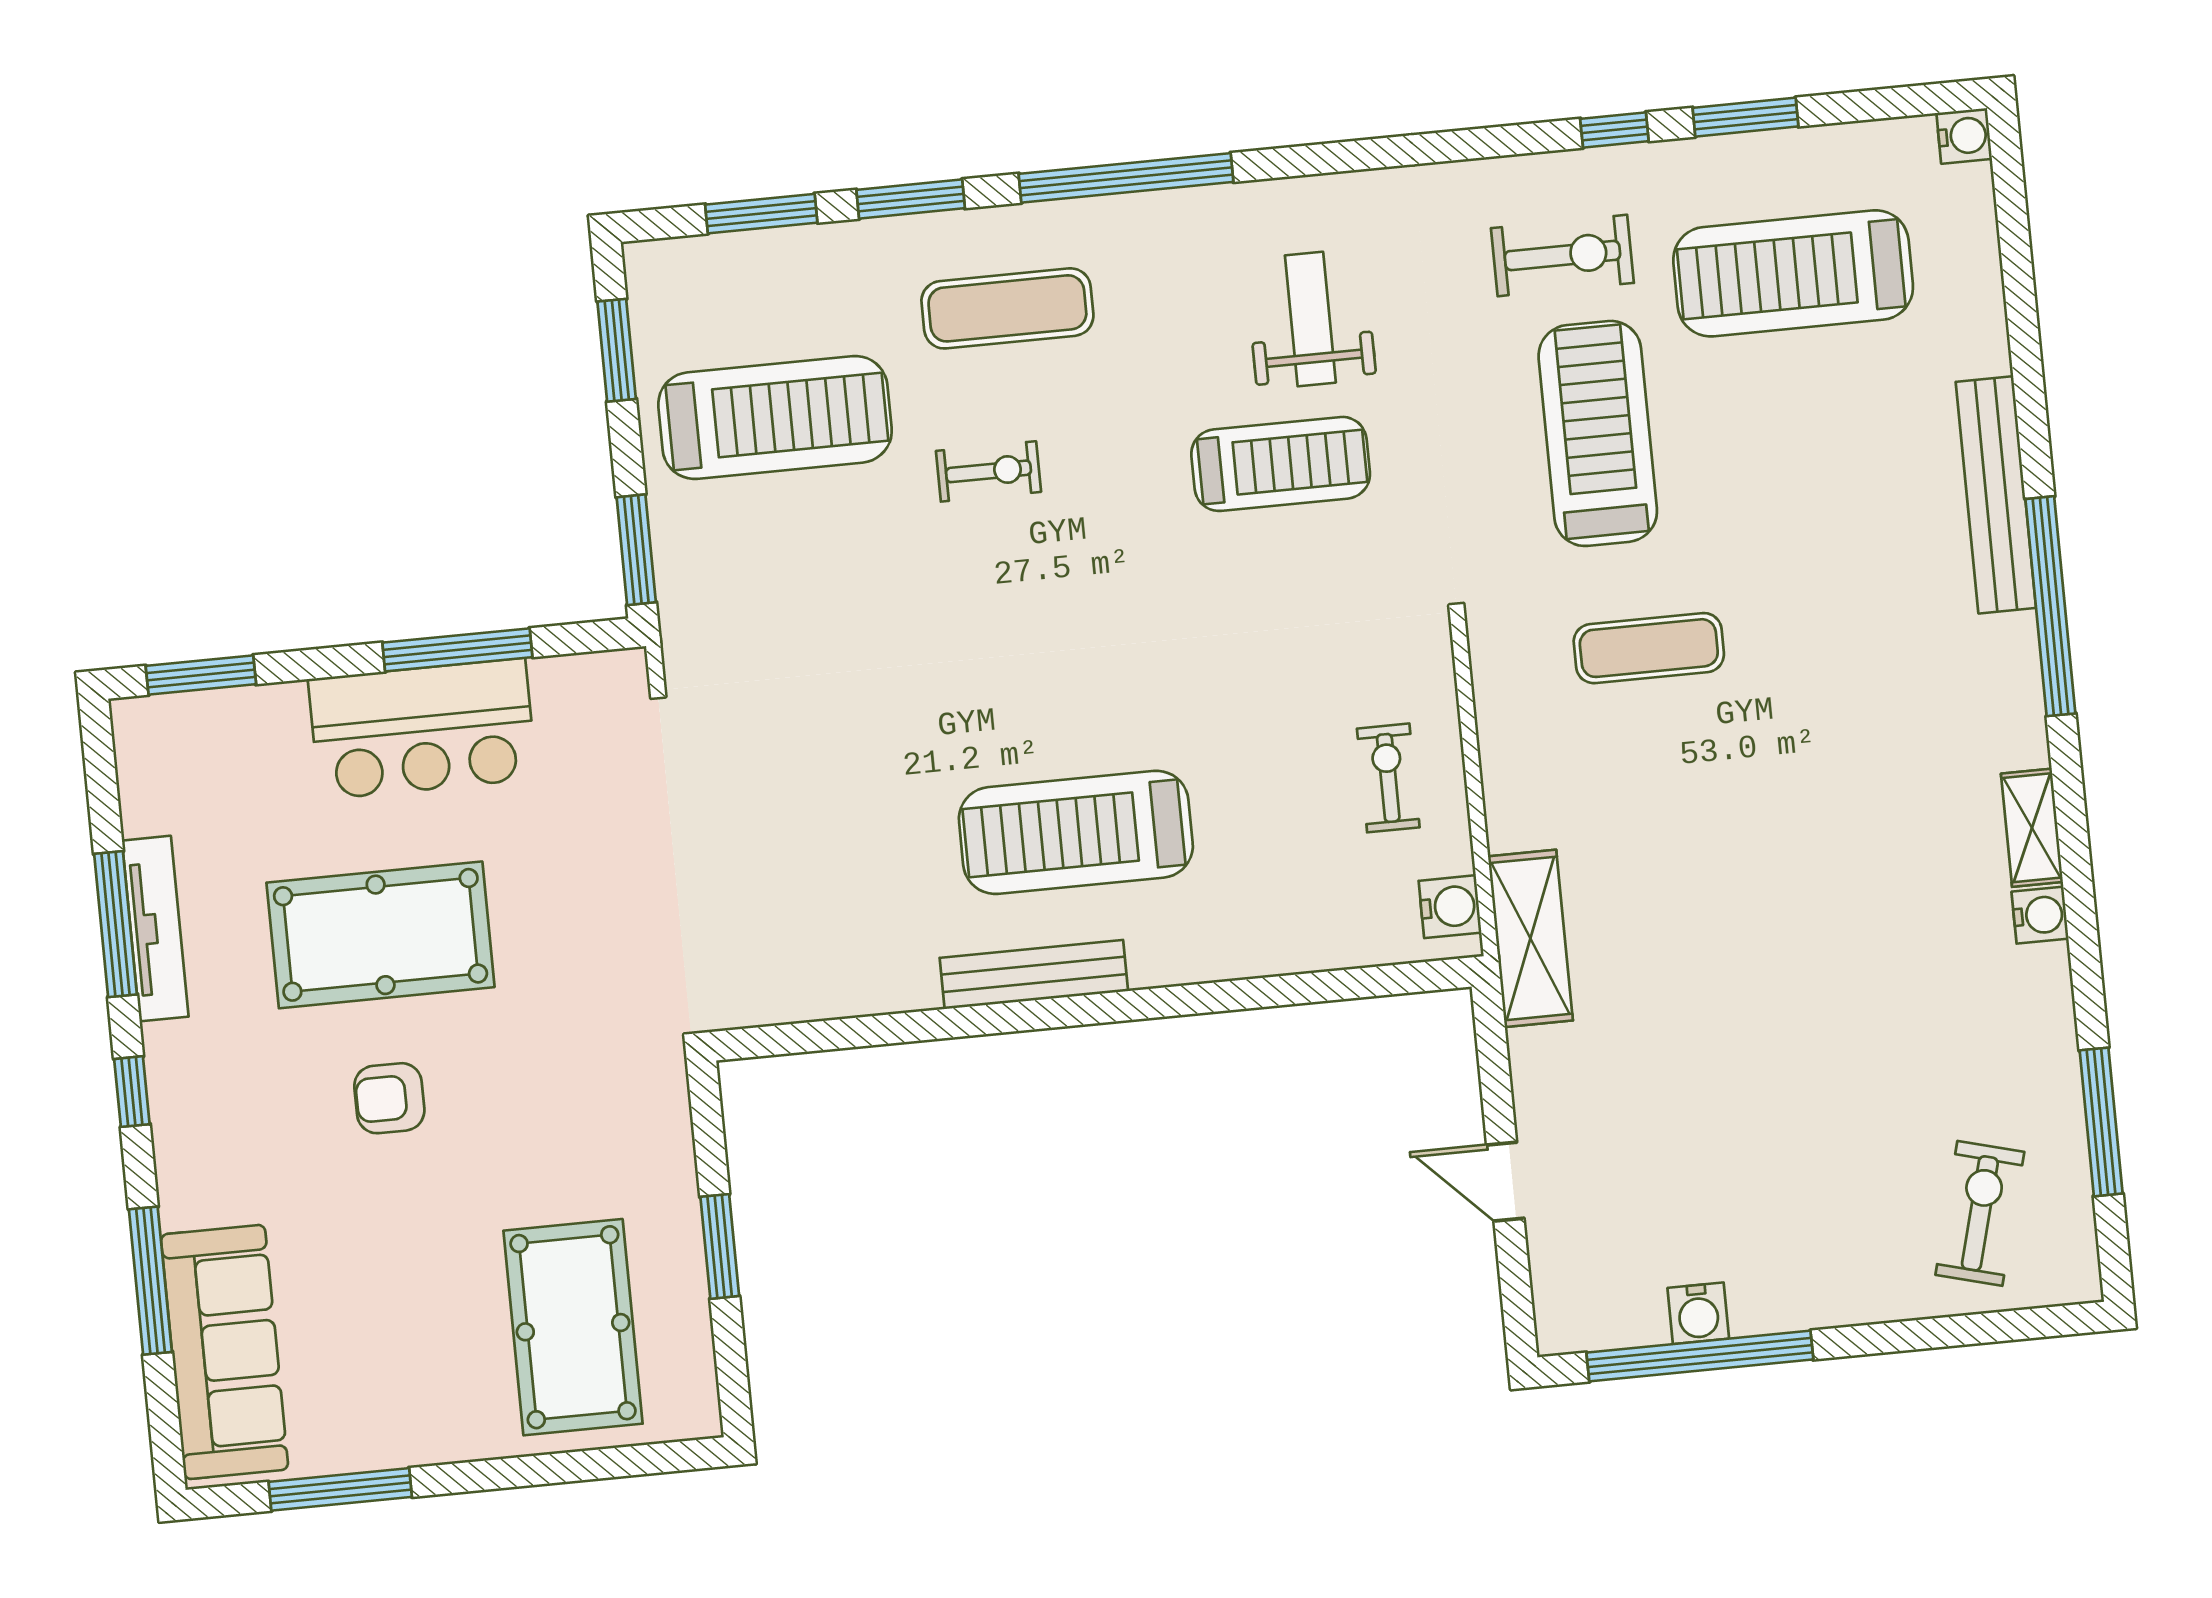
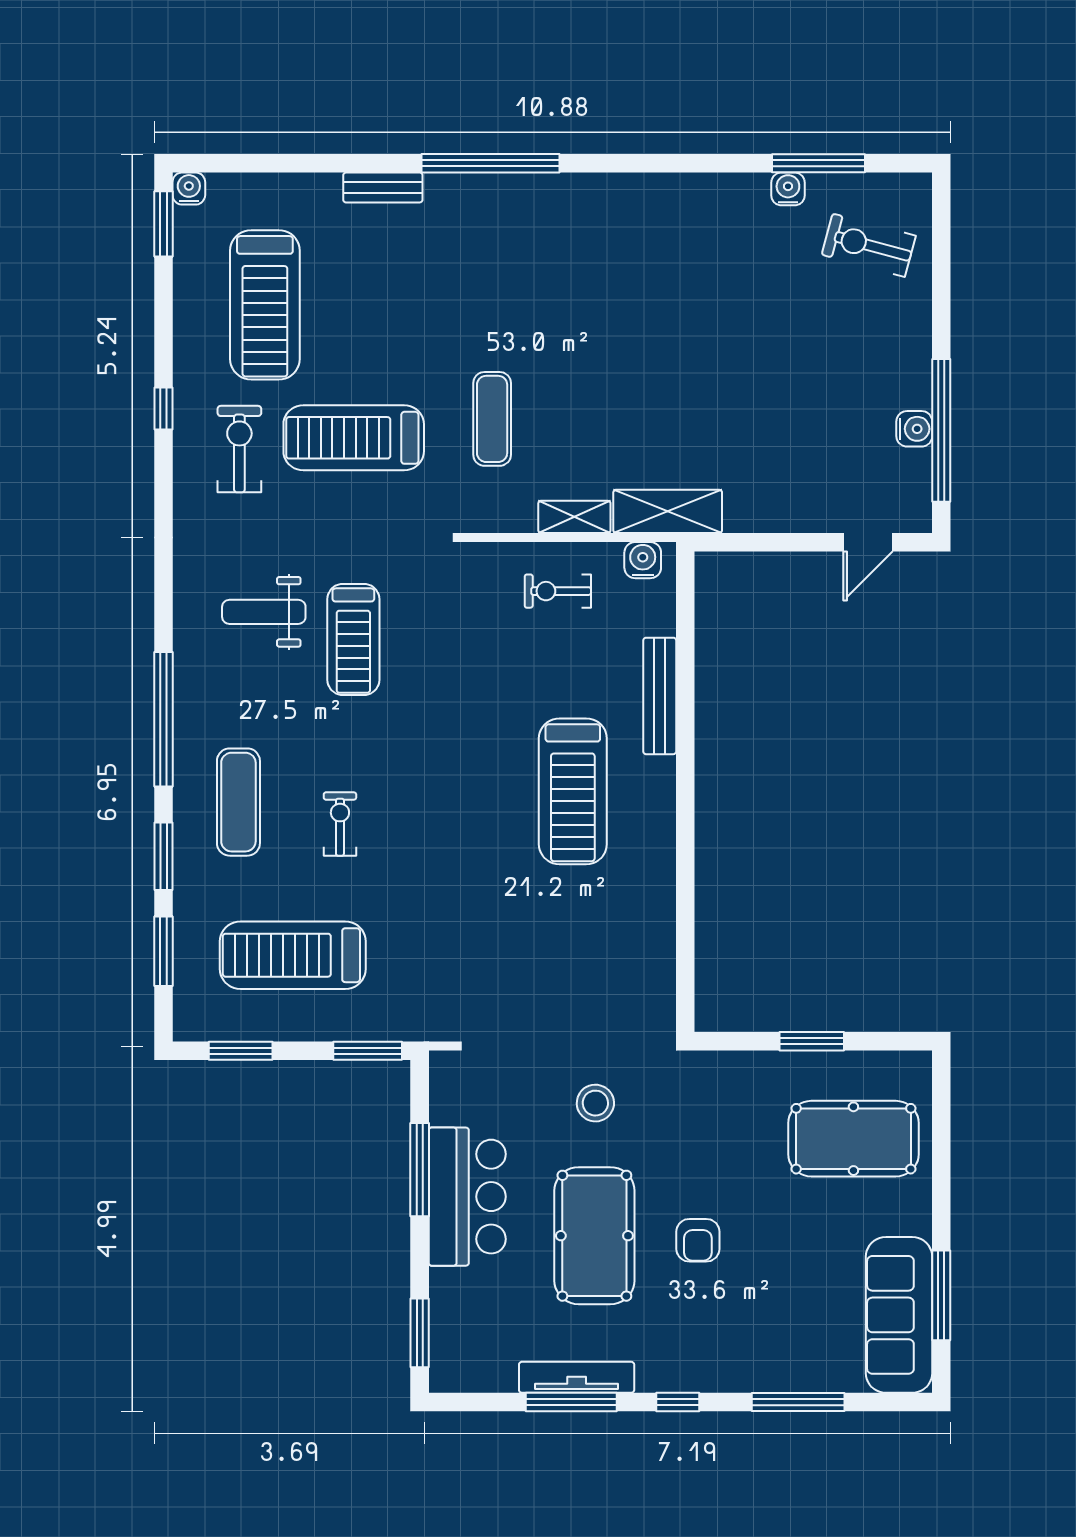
window: (1745, 117) -> (164, 224), moved
treadmill: (775, 417) -> (293, 955), turned -90
treadmill: (1281, 464) -> (353, 639), turned 180
bench: (1996, 495) -> (383, 187), width x0.54, depth x0.82
shelving: (2032, 828) -> (574, 517), moved
water cooler: (2040, 915) -> (788, 189), moved
stool: (589, 916) -> (595, 1103), added
bench: (1034, 974) -> (660, 696), moved
door: (1505, 1182) -> (868, 542), moved
sofa: (225, 1352) -> (899, 1315), moved, turned -90

